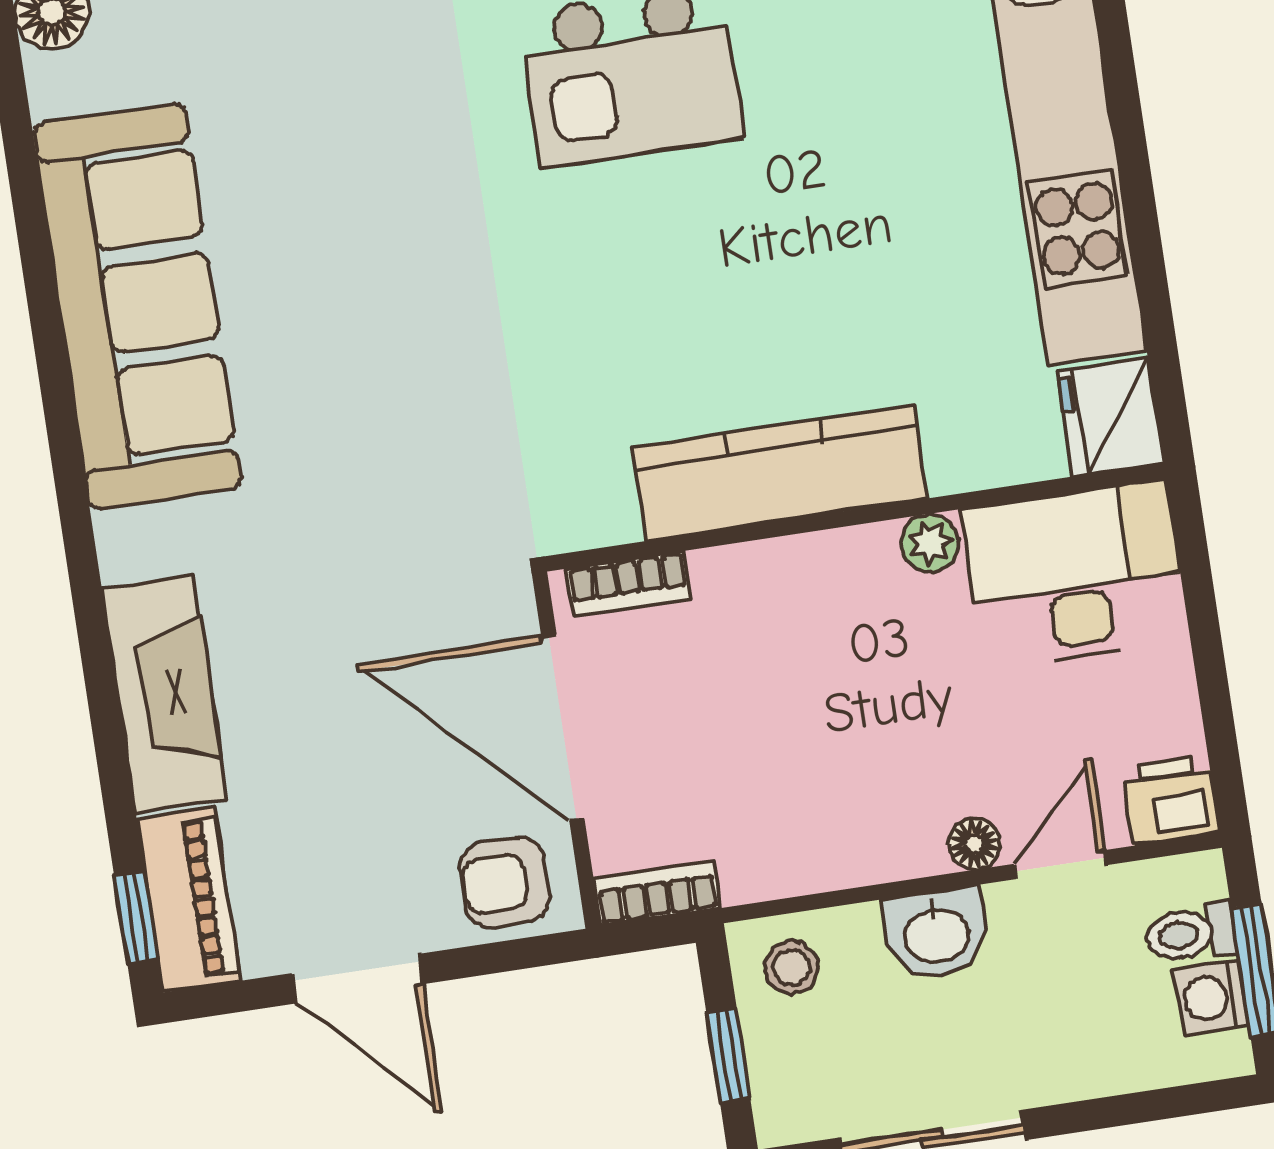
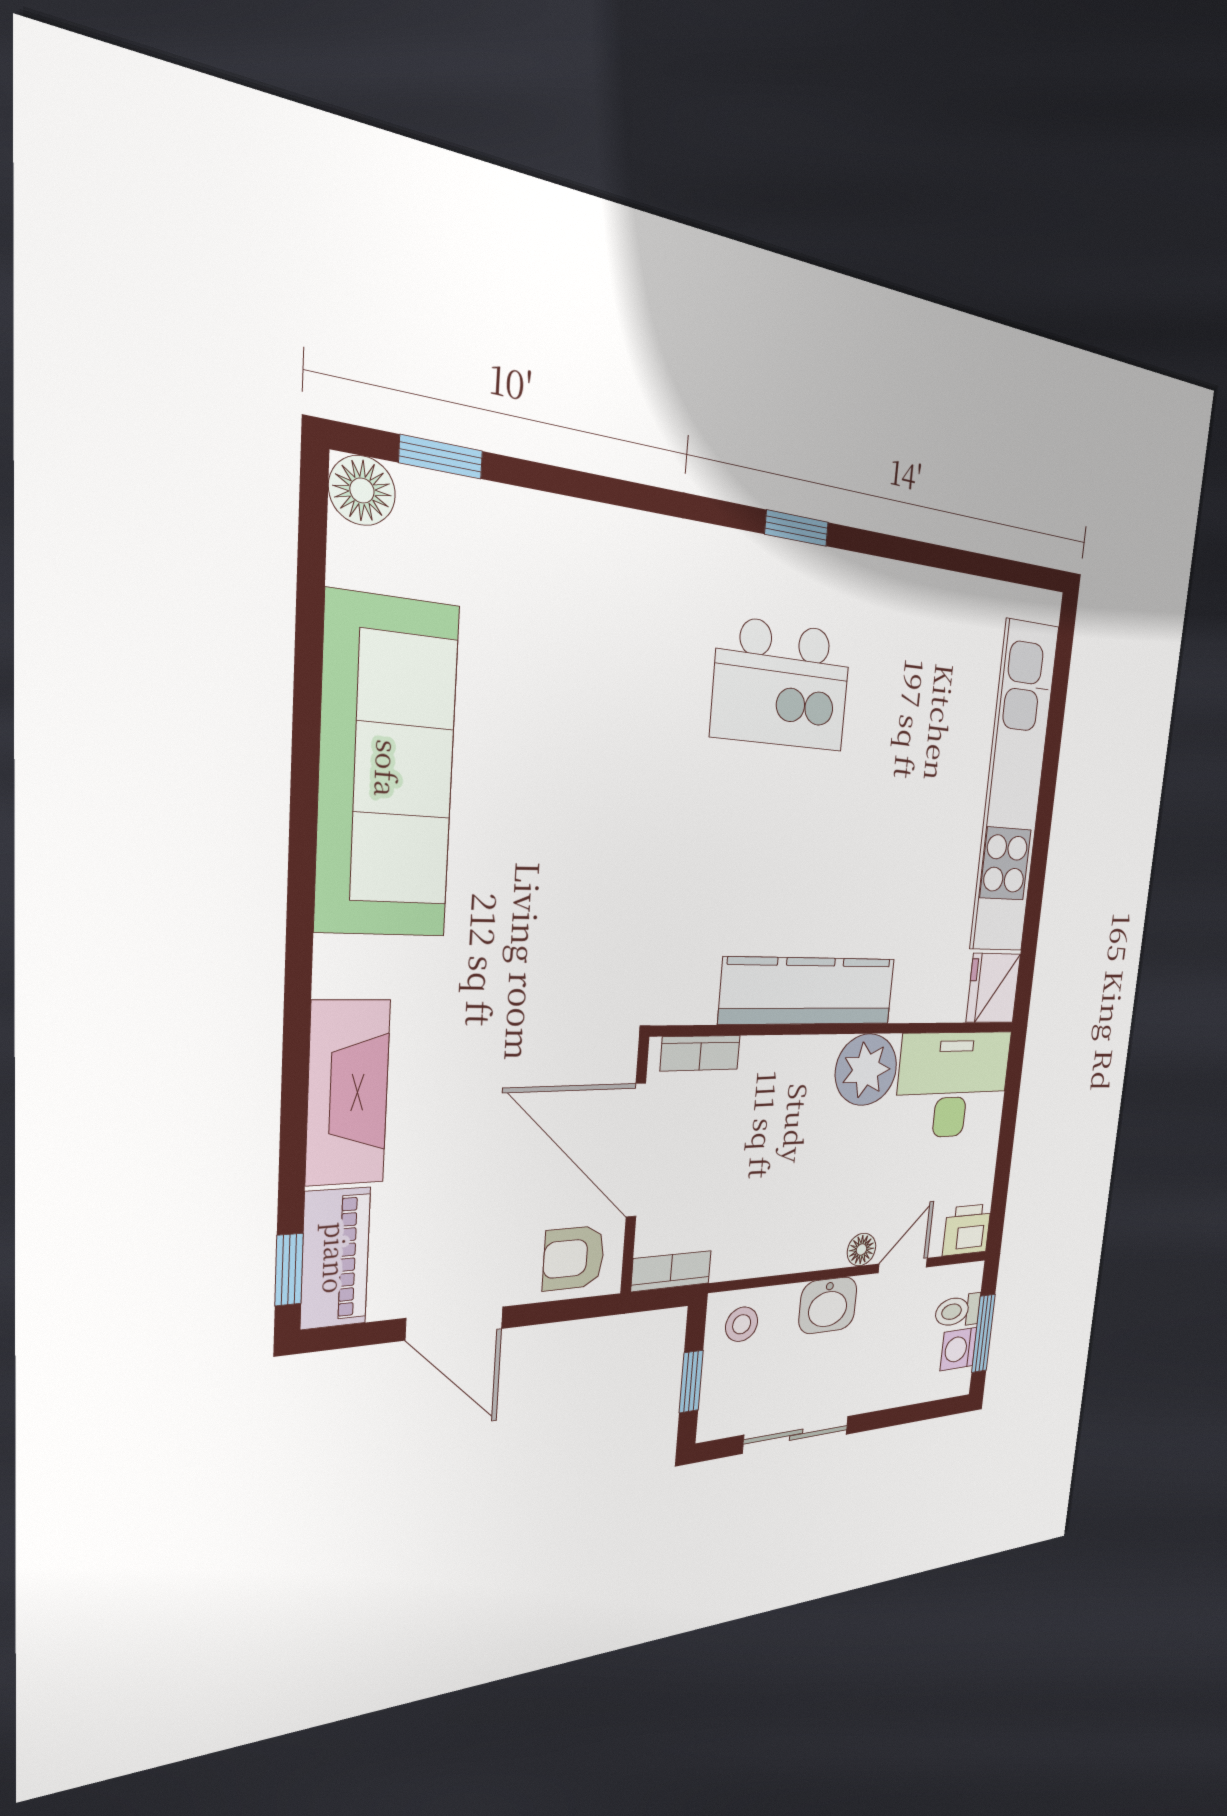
plant: (930, 543) -> (866, 1070), width x1.87, depth x1.87

